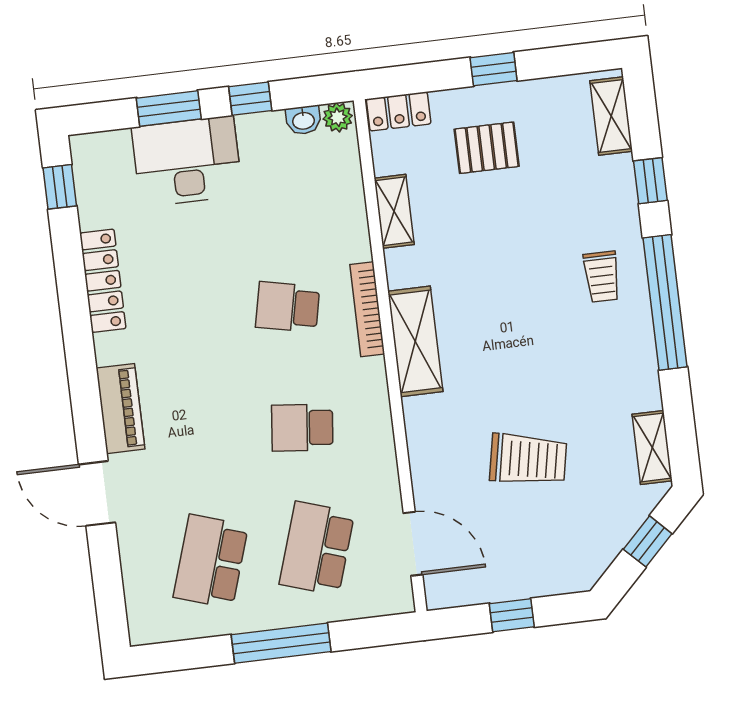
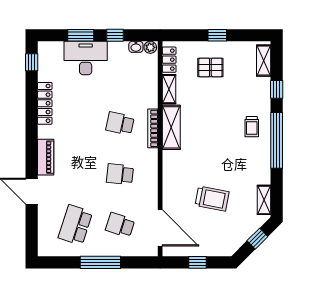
locker: (399, 111) -> (169, 60), moved, turned -90
shelving: (415, 341) -> (171, 127), moved
door: (413, 544) -> (160, 228), width x1.36
school desk: (317, 548) -> (120, 225), width x0.54

